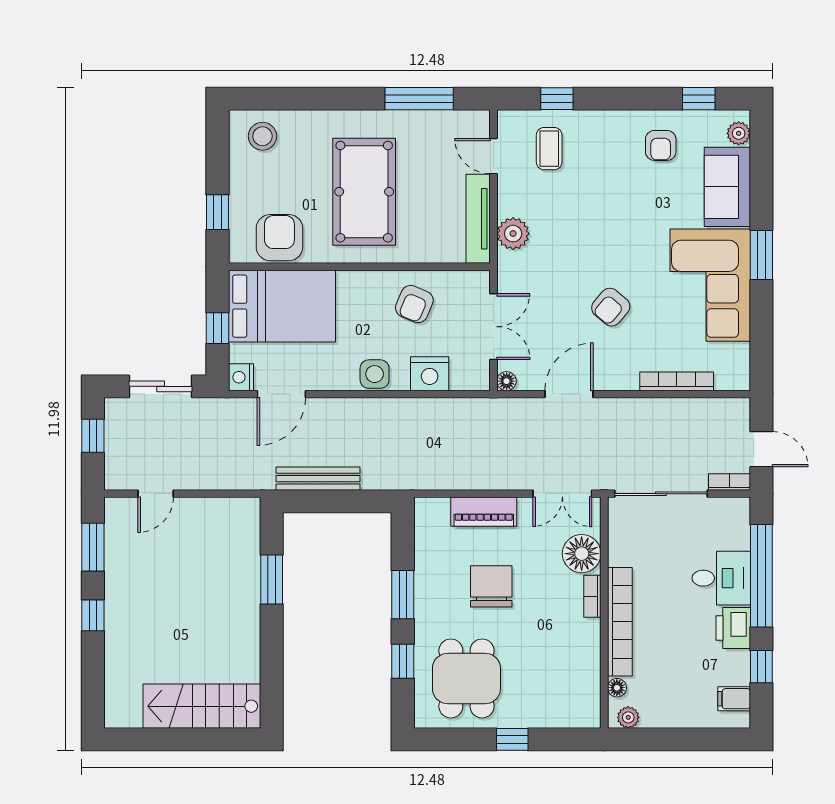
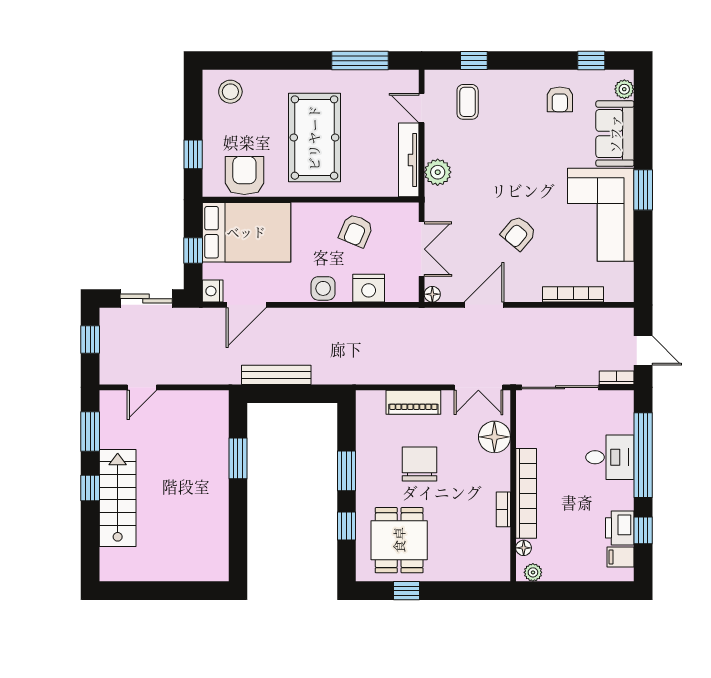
bookcase: (592, 596) -> (503, 509), moved
printer: (733, 628) -> (620, 528), moved
stairs: (202, 706) -> (118, 498), moved, turned 90
window: (512, 739) -> (406, 591), moved

